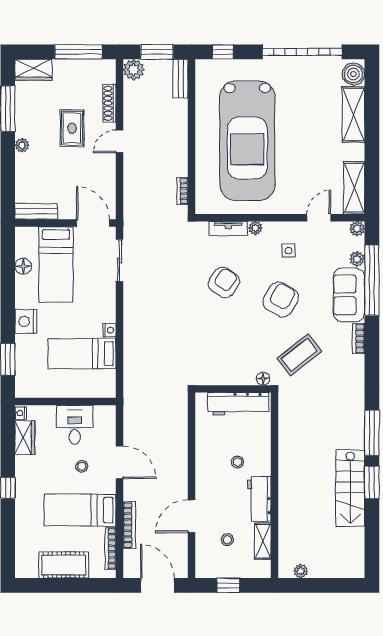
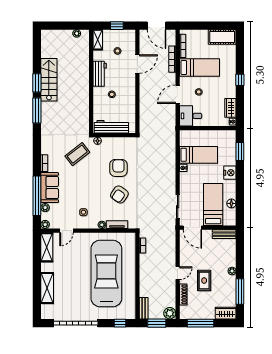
boiler: (353, 74) -> (47, 311), removed
armchair: (281, 300) -> (118, 168), moved, turned 150
desk: (75, 425) -> (191, 116), moved, turned 90
door: (120, 462) -> (178, 94), hinge flipped
shelving: (263, 541) -> (98, 40), moved
cot: (64, 565) -> (222, 37), moved

